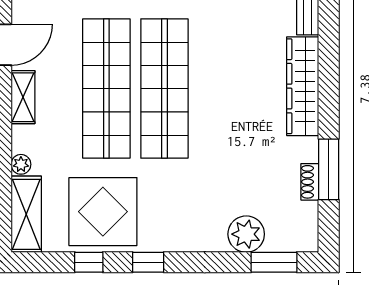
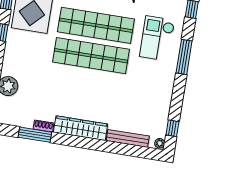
shoe rack: (310, 182) -> (44, 126), moved

